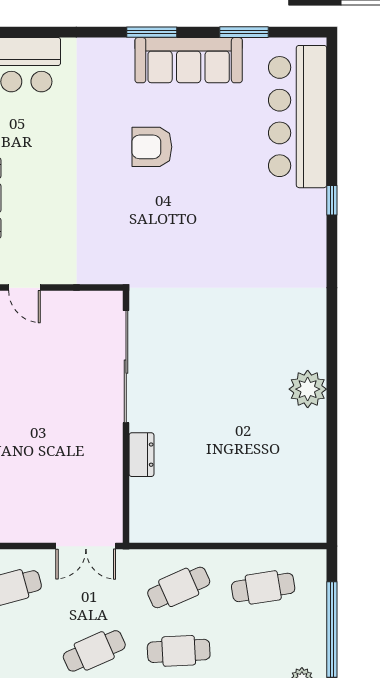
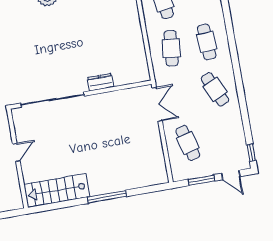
door: (25, 288) -> (16, 152), moved
cafe table: (179, 587) -> (171, 48), turned 30

